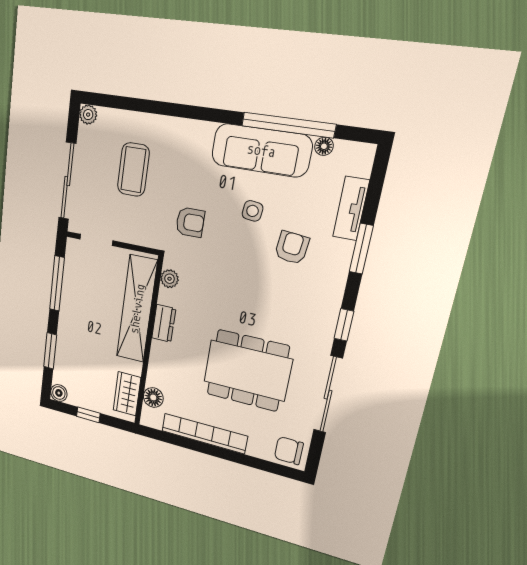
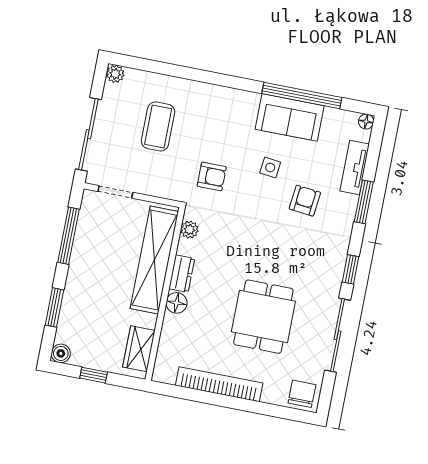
floor lamp: (324, 146) -> (366, 122), moved
sofa: (261, 150) -> (290, 117), width x0.73
dining table: (247, 370) -> (263, 317), width x0.73
floor lamp: (153, 397) -> (177, 303), moved
chair: (289, 451) -> (302, 394), turned 90

